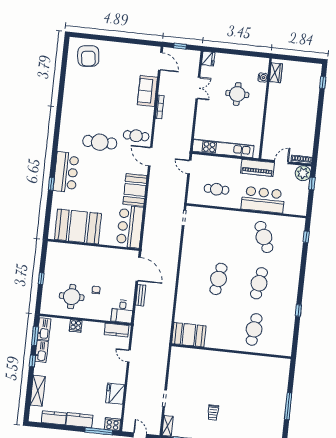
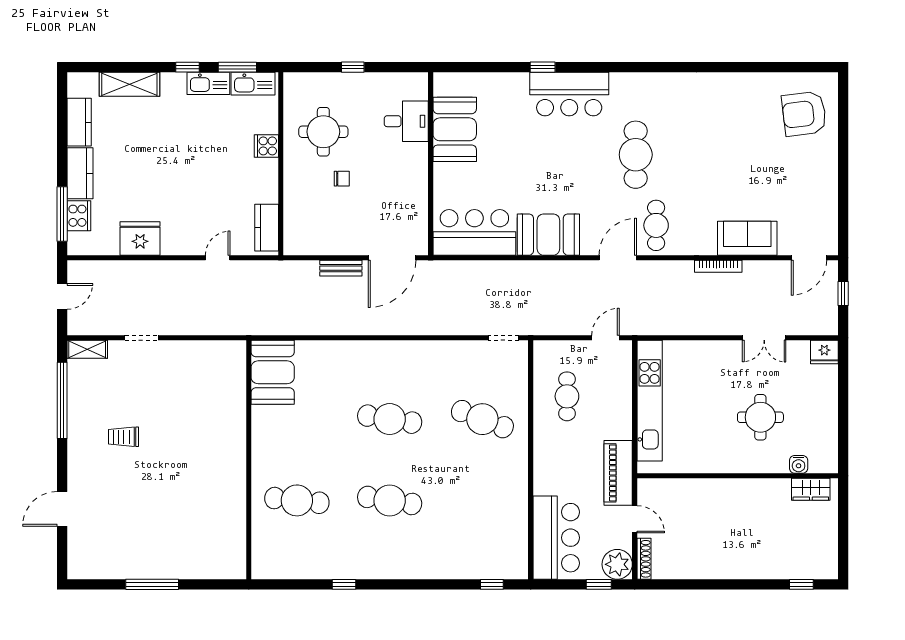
bar counter: (263, 200) -> (556, 538), moved
booth: (78, 226) -> (455, 129), width x0.73, depth x0.70
cafe table: (264, 237) -> (482, 419), moved, turned 45
desk: (122, 311) -> (406, 121), moved, turned 180
cooker: (113, 424) -> (79, 216), moved

